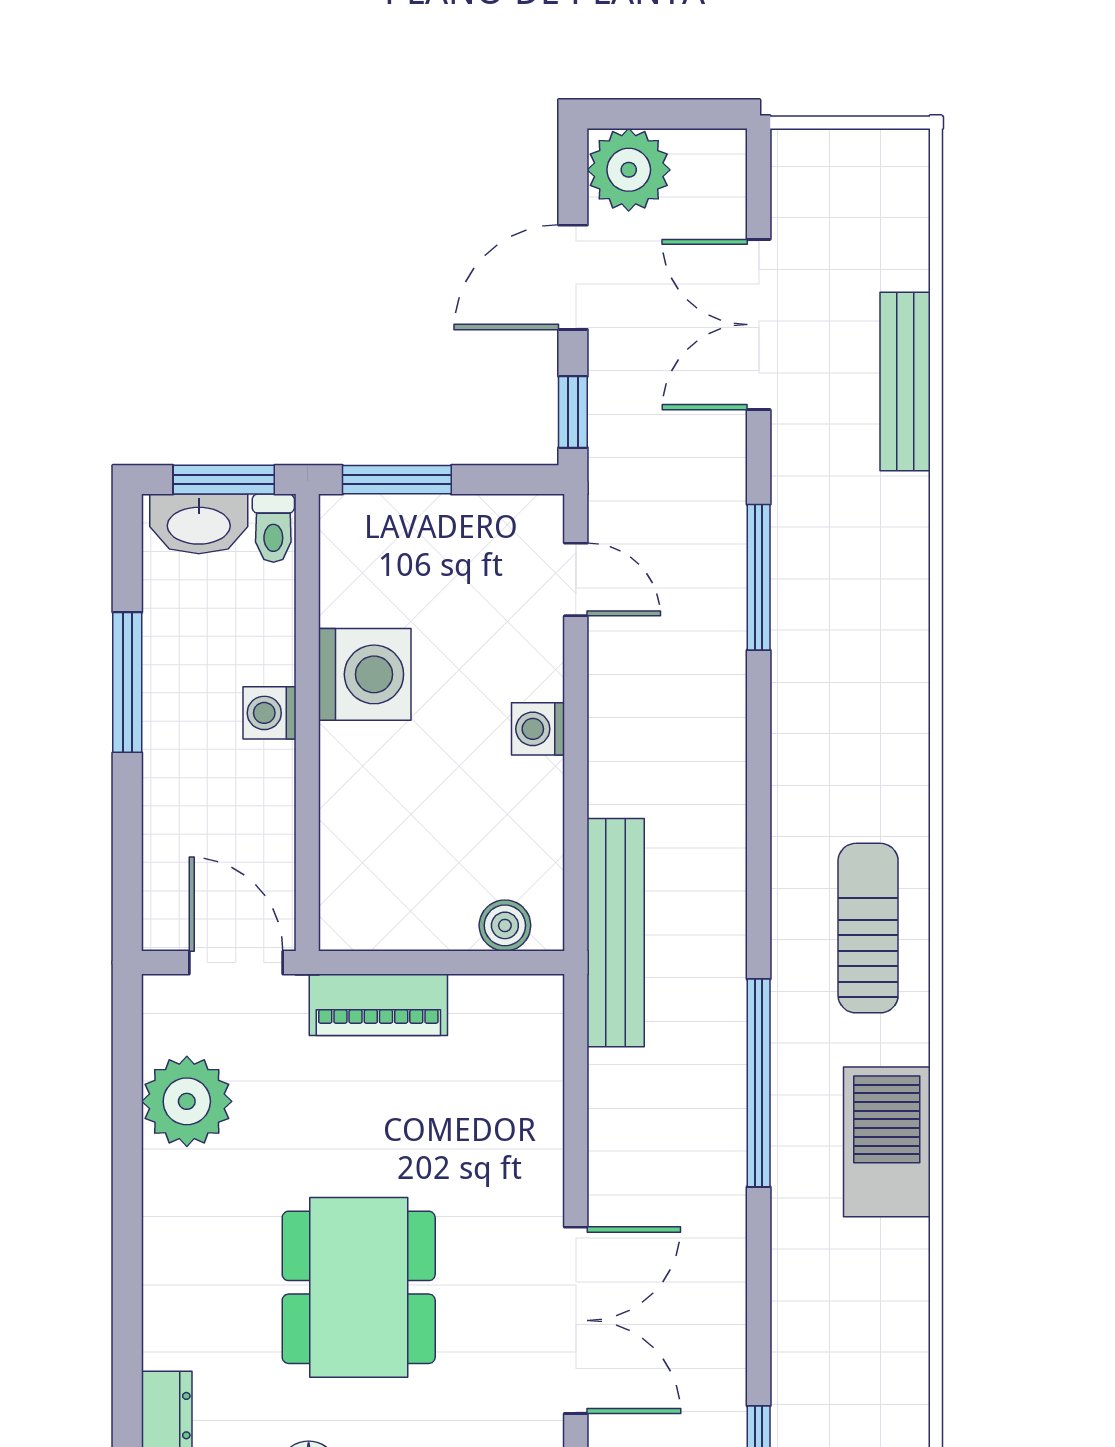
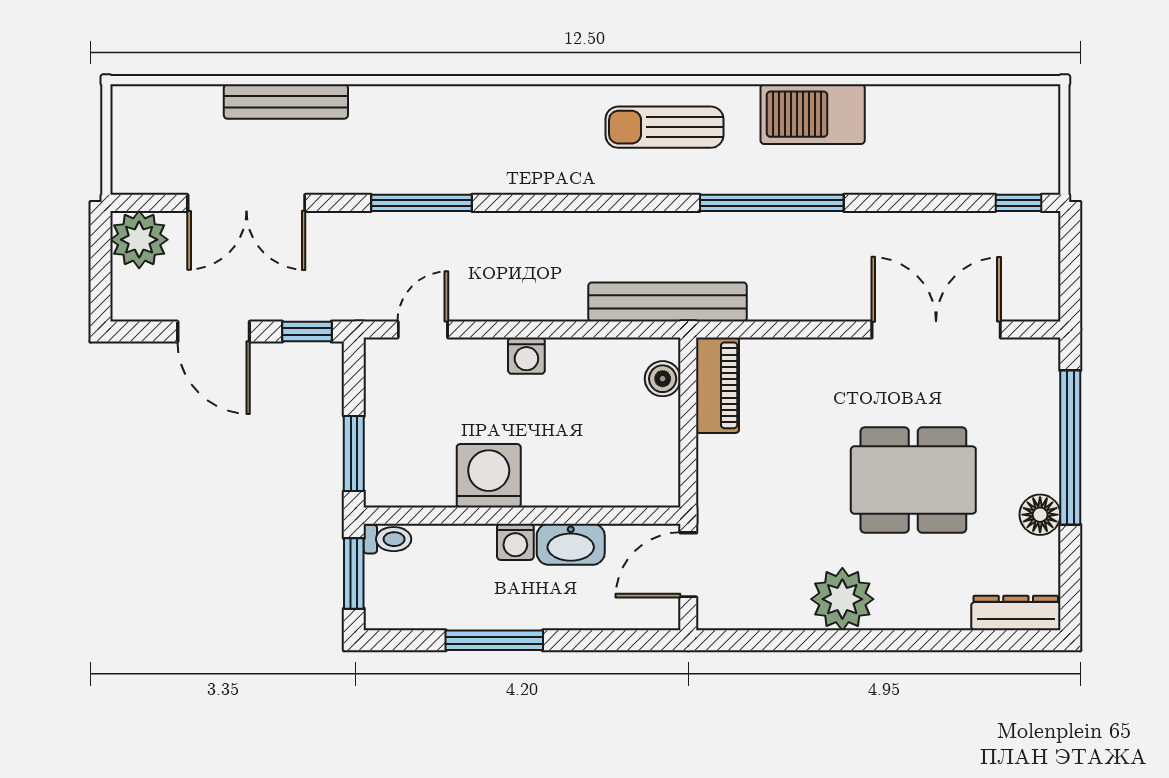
plant: (629, 170) -> (139, 240), moved
washbasin: (199, 524) -> (571, 544), moved, turned 90
piano: (378, 1005) -> (718, 385), moved
plant: (187, 1101) -> (842, 599), moved

